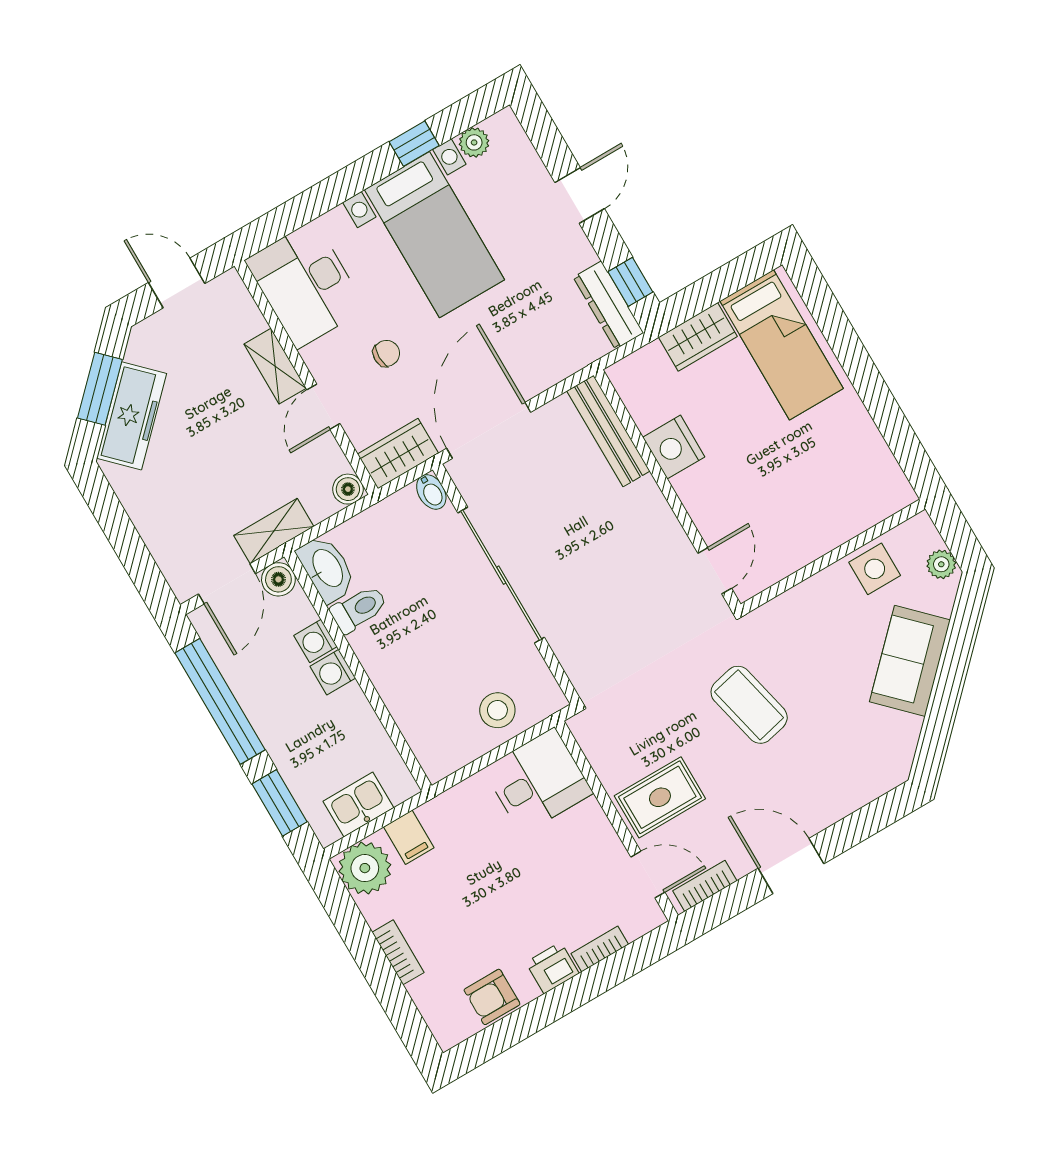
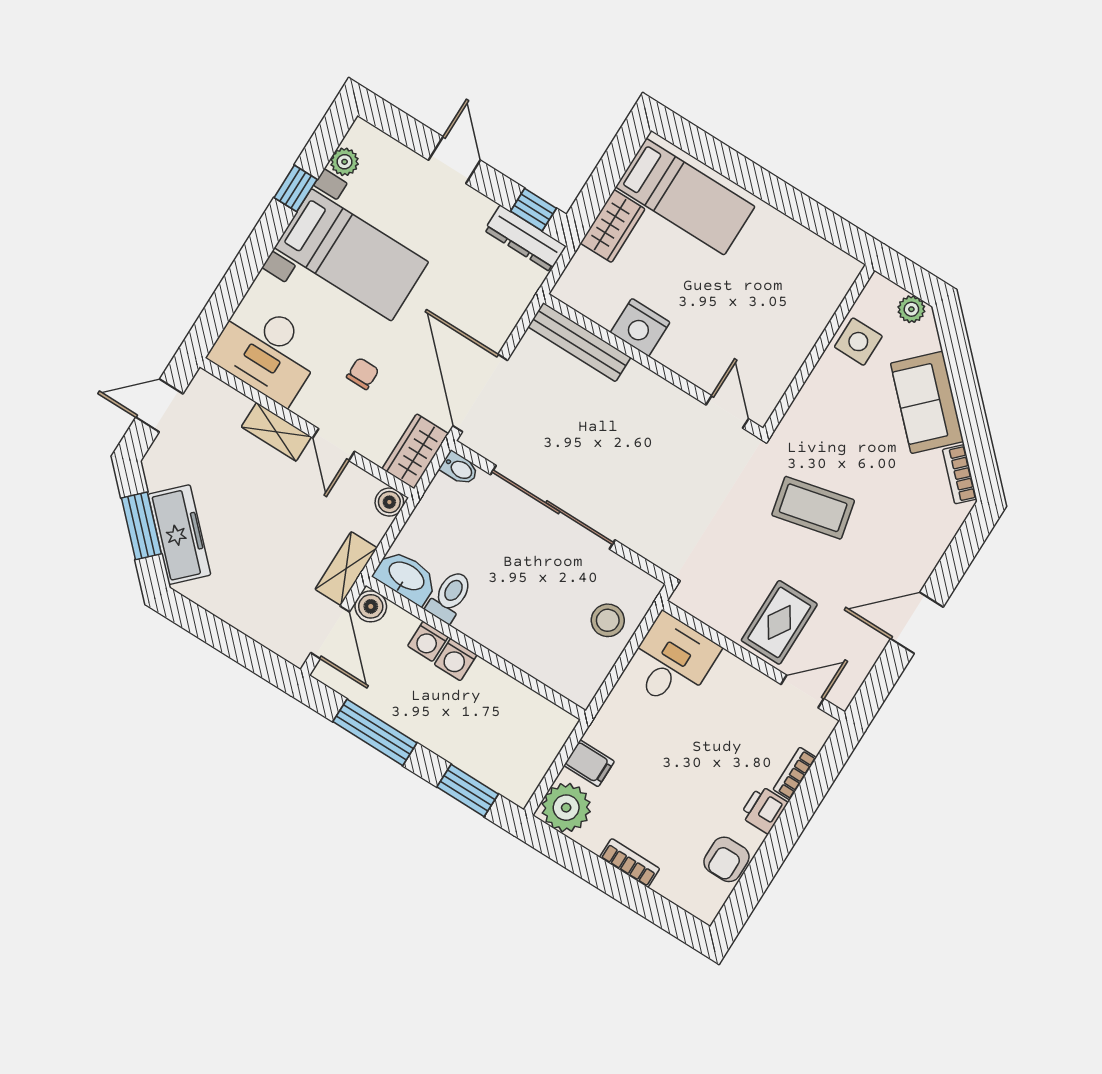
window: (220, 701) -> (375, 732), width x0.68
kitchen sink: (358, 805) -> (534, 758), removed
bookcase: (705, 886) -> (960, 474), moved, turned -45

